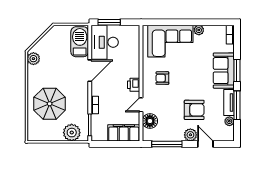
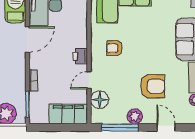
plant: (190, 135) -> (135, 116), moved

